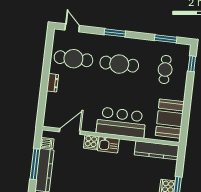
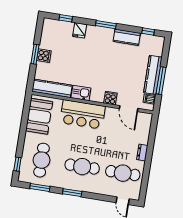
window: (115, 33) -> (72, 193), moved
cafe table: (165, 69) -> (41, 160), width x1.37, depth x1.35
door: (70, 131) -> (129, 109), hinge flipped
kitchen sink: (108, 145) -> (81, 93), moved

